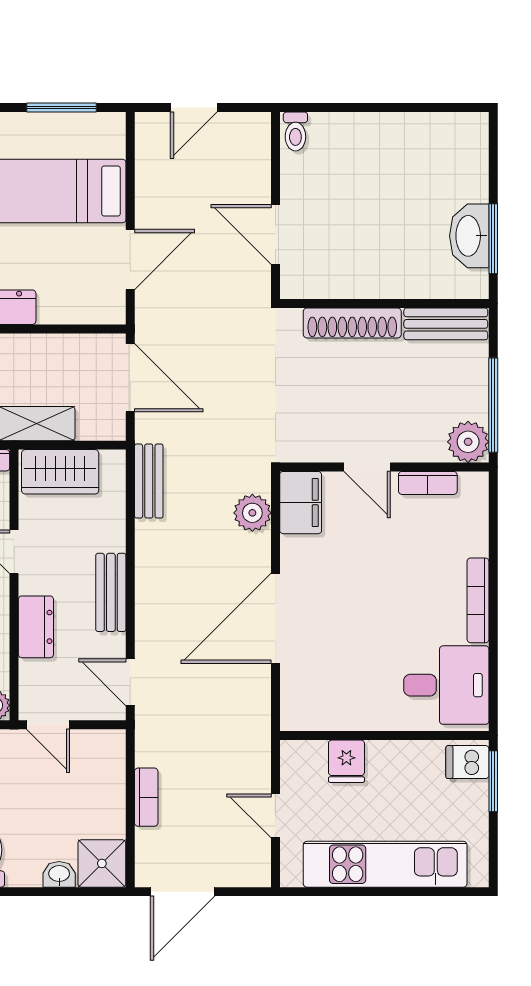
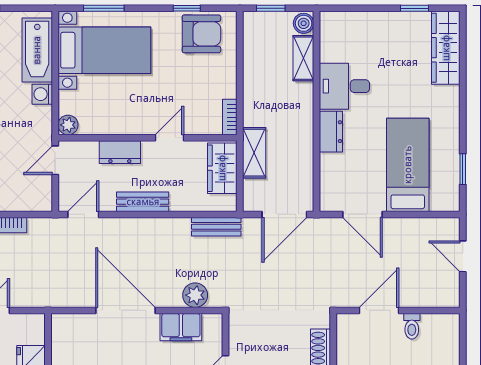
window: (61, 108) -> (463, 169), width x0.67
toilet: (295, 131) -> (412, 326), moved, turned -90
filing cabinet: (301, 503) -> (181, 327), moved

